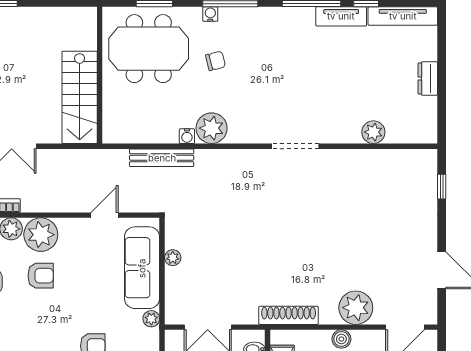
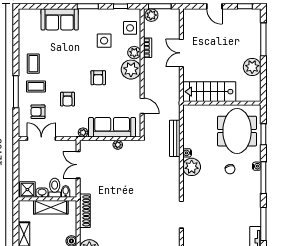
plant: (36, 22) -> (252, 67), added
armchair: (41, 276) -> (98, 78), moved

